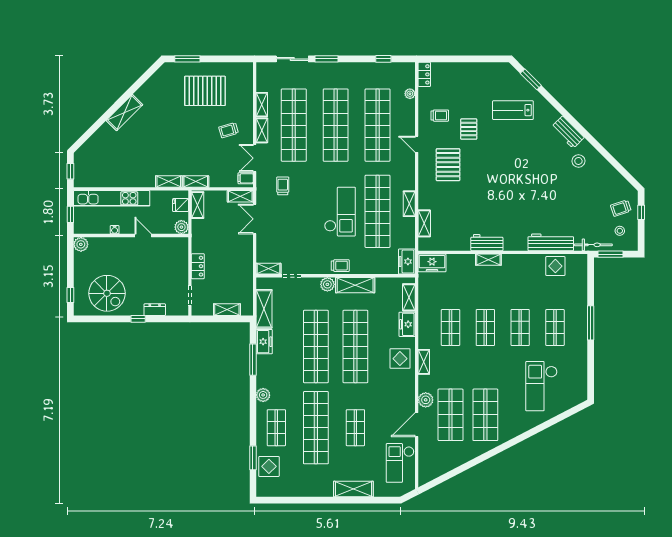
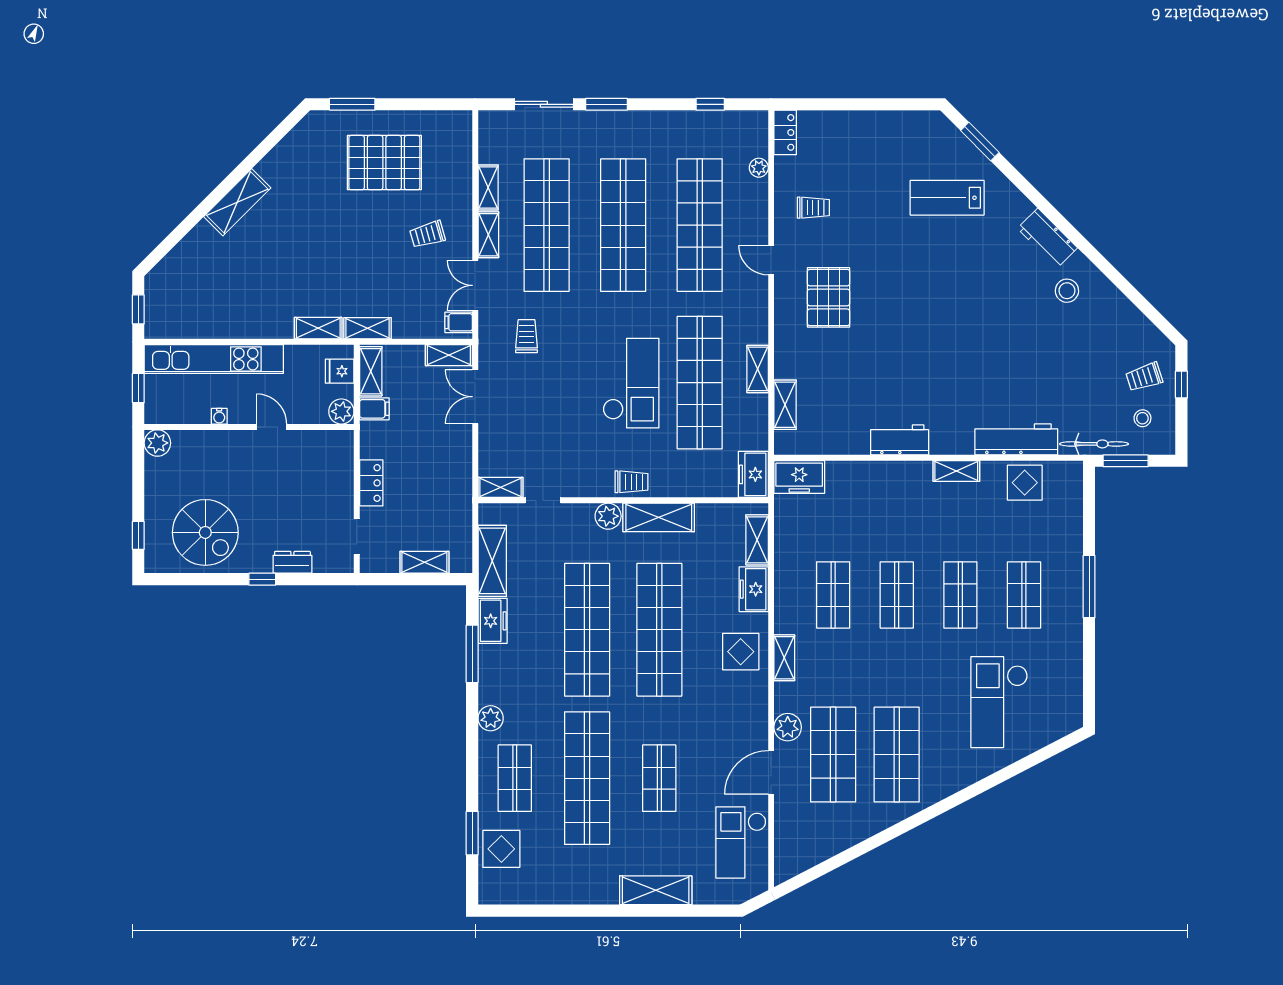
pallet: (469, 129) -> (866, 232), removed
filing cabinet: (200, 226) -> (374, 409), added
shelving: (488, 260) -> (956, 471), moved

